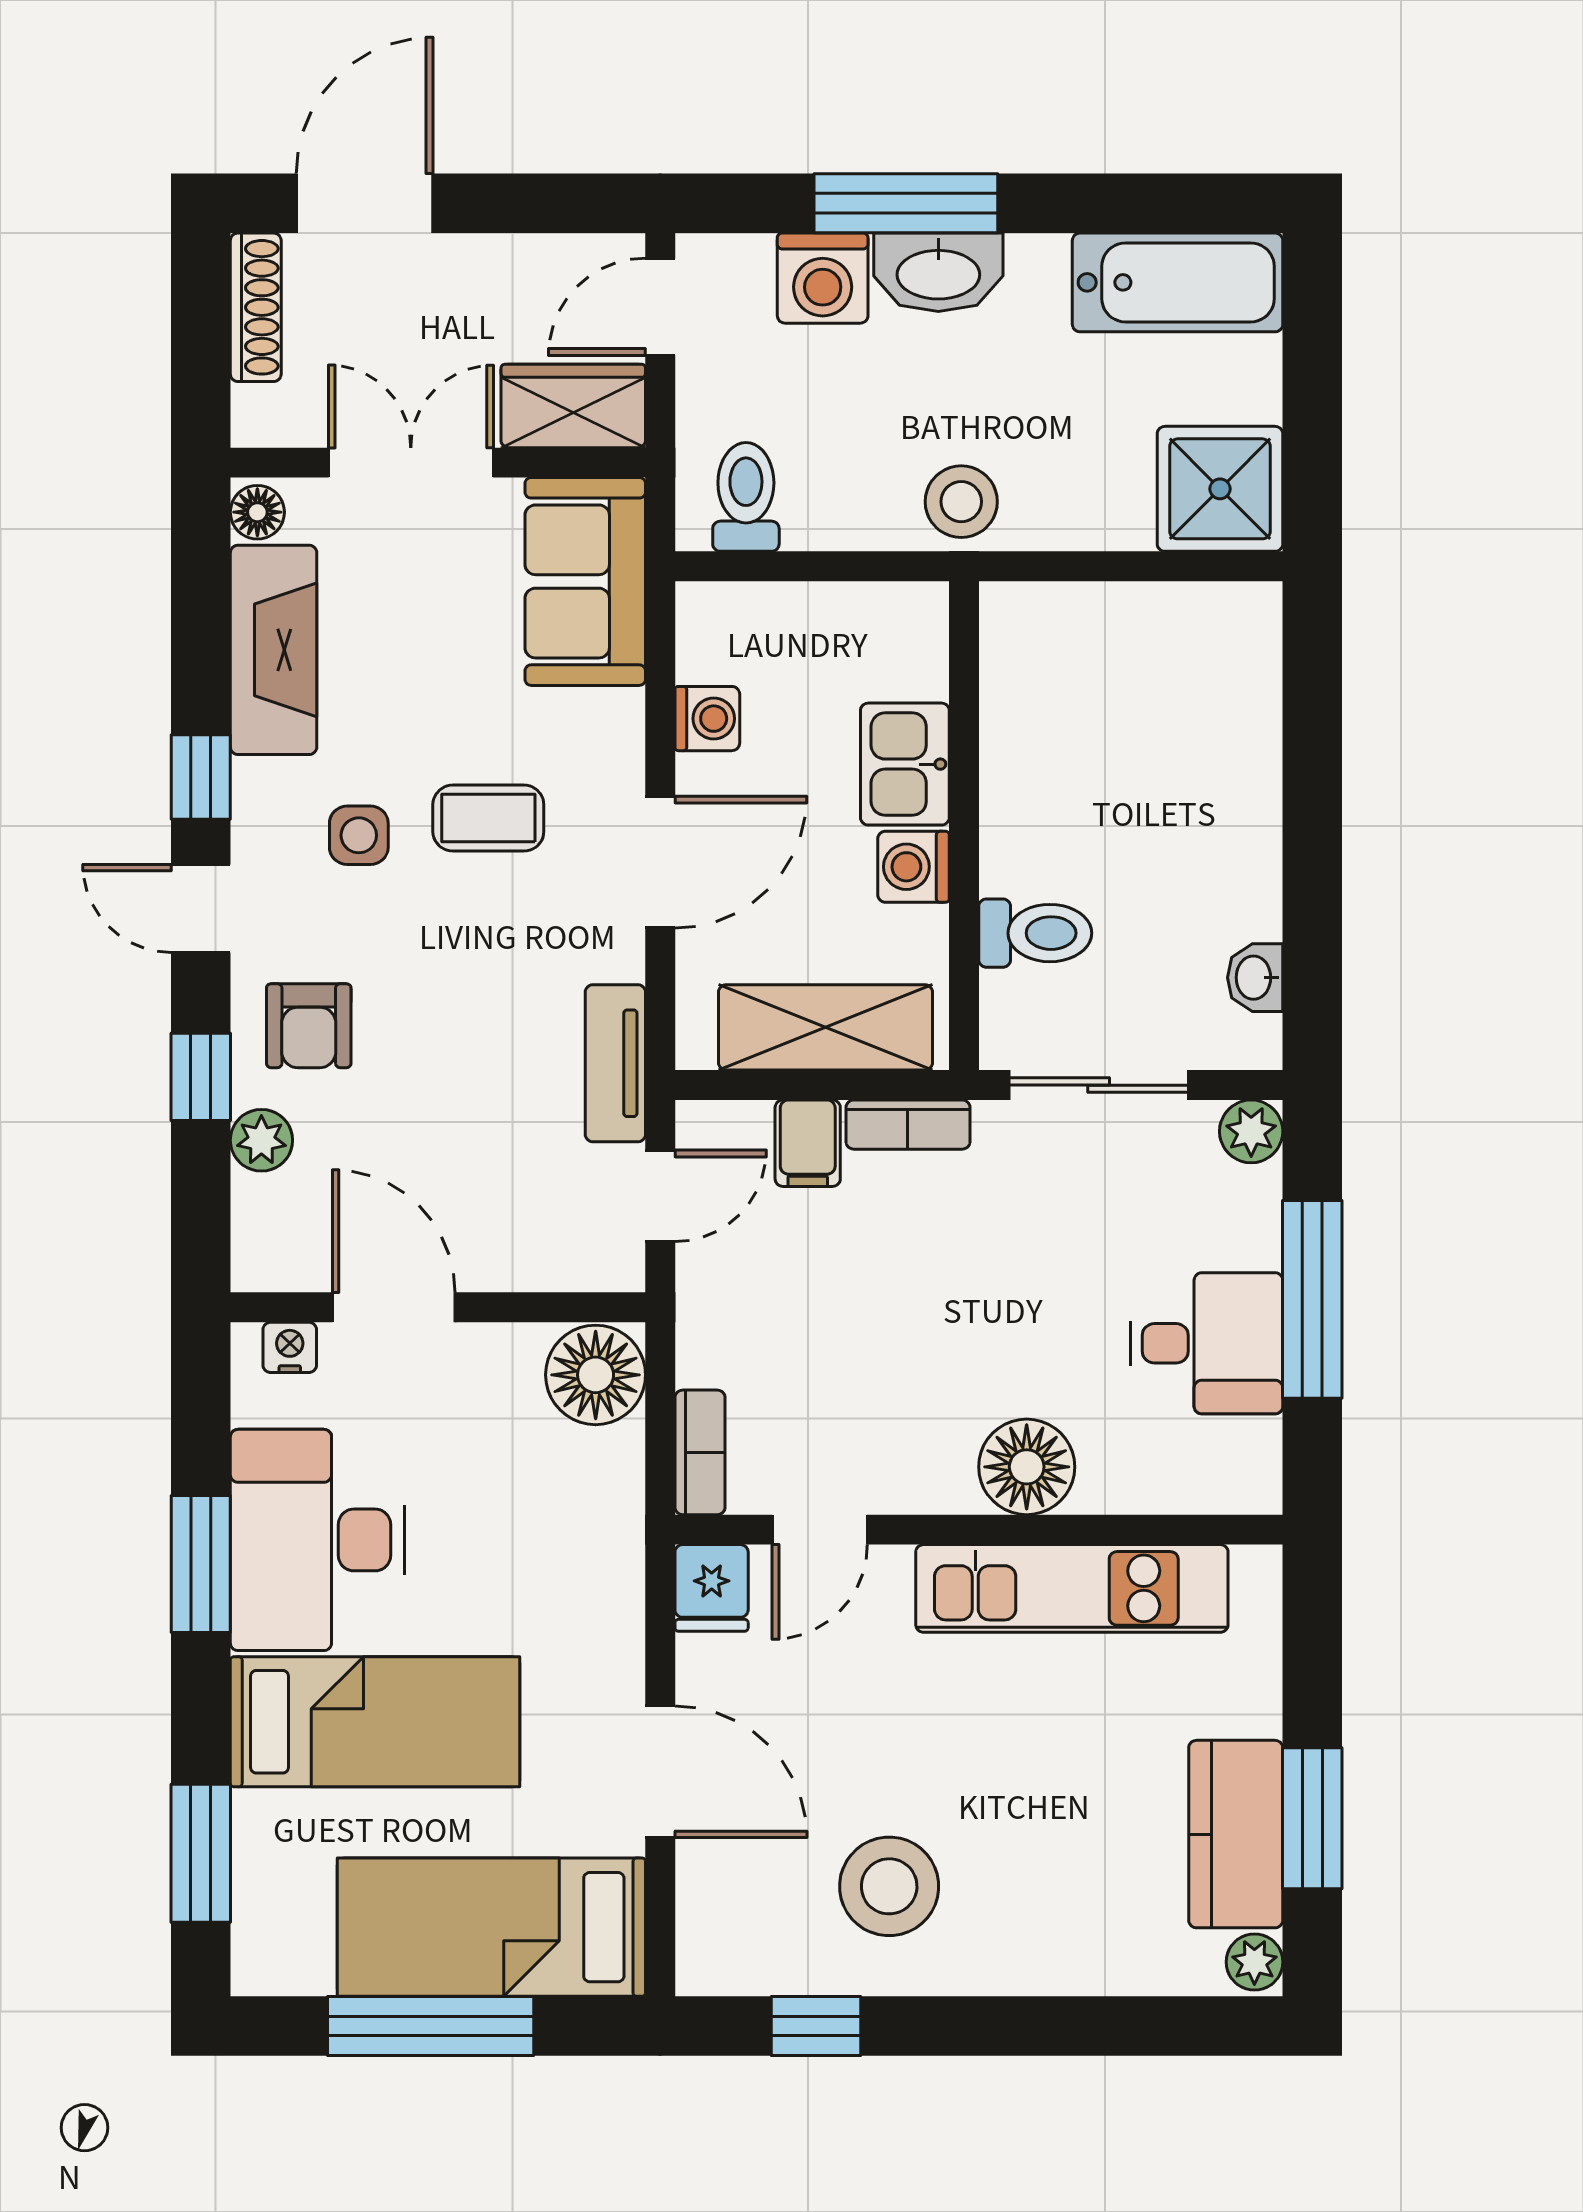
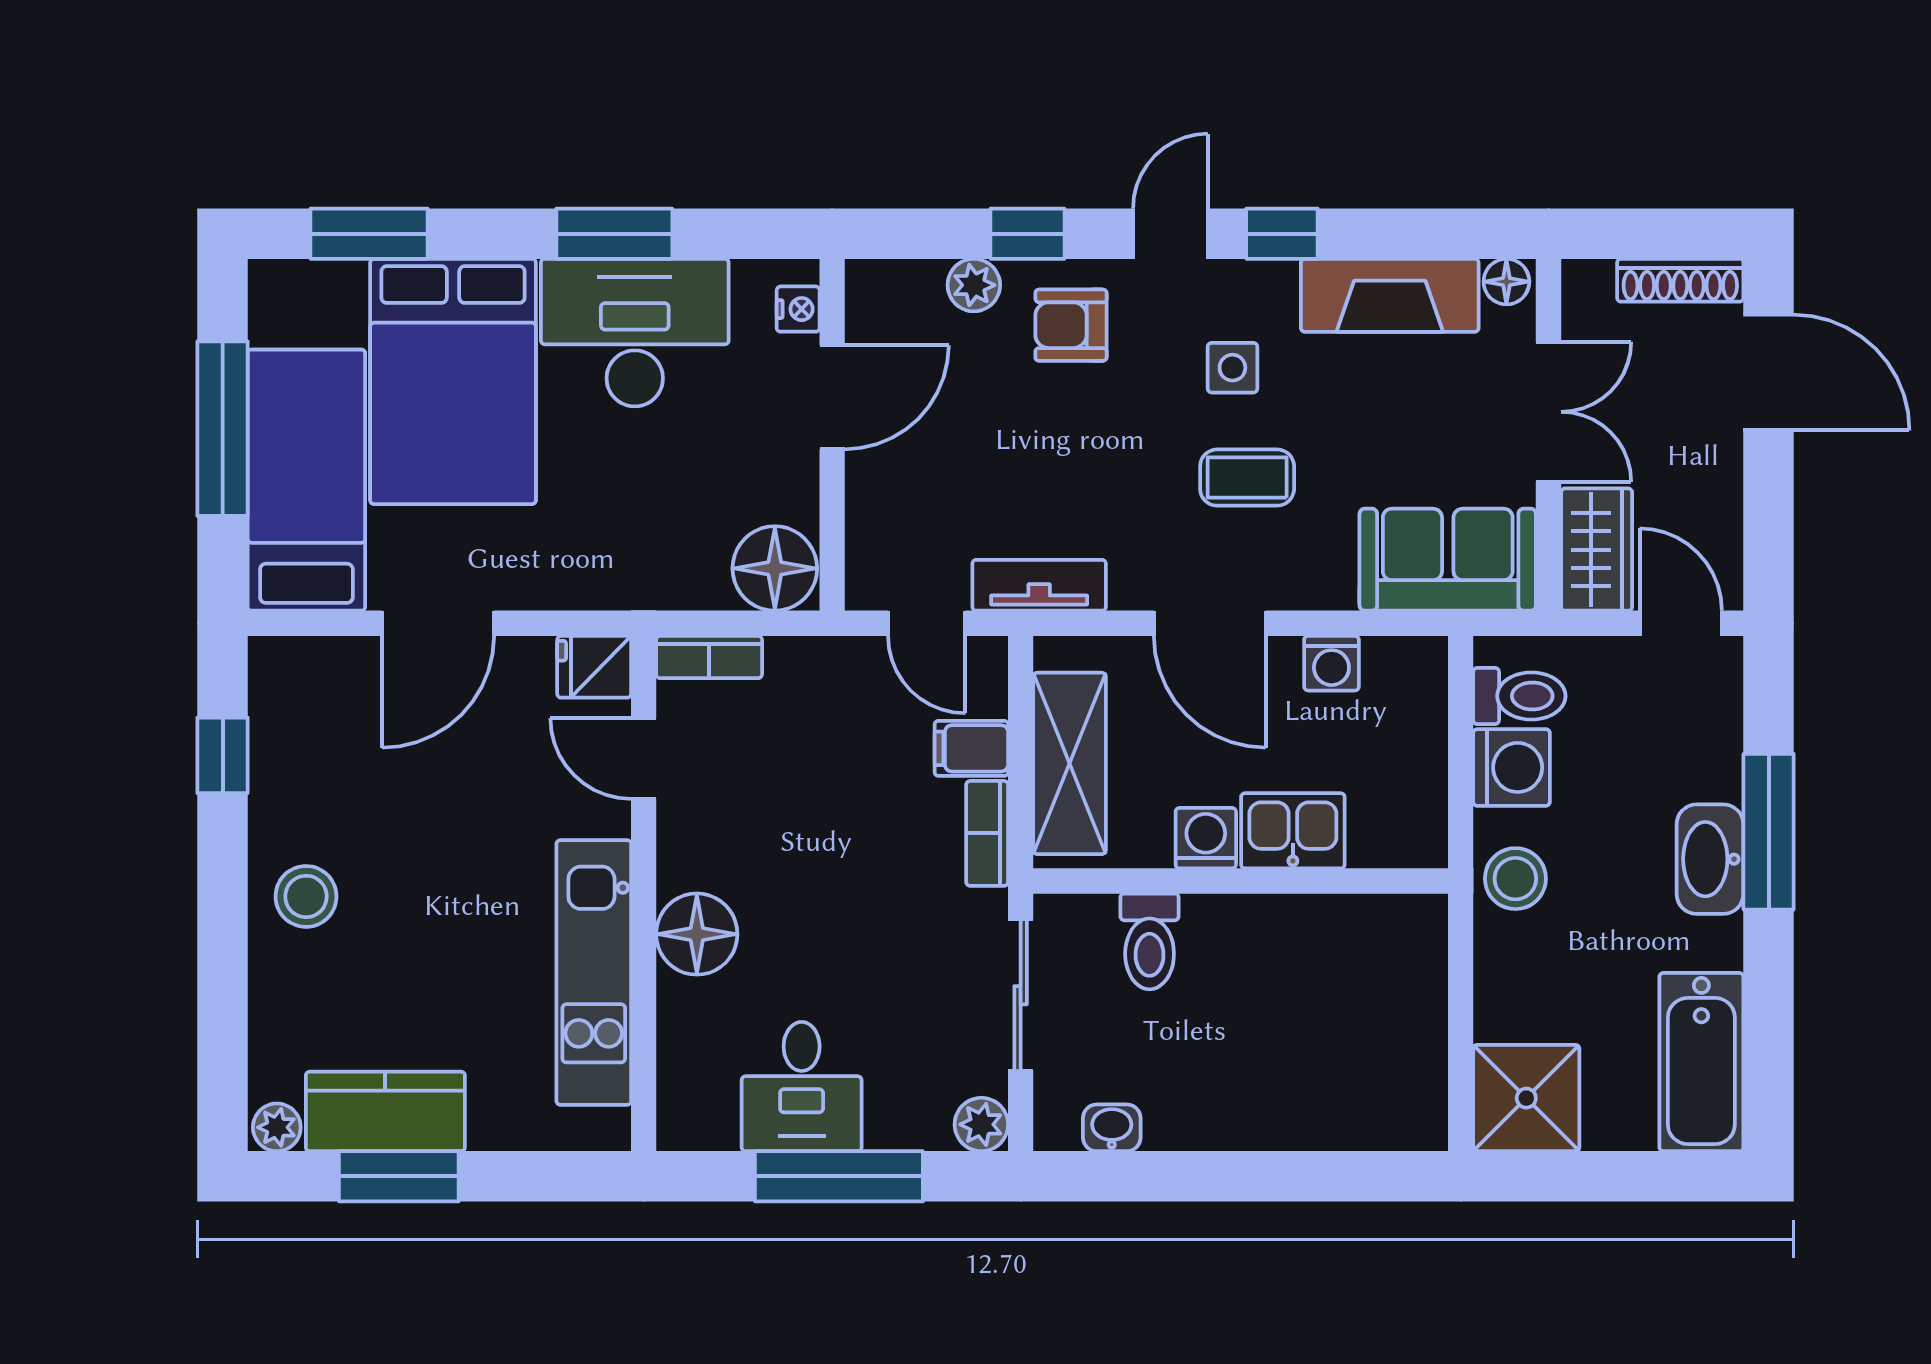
washing machine: (823, 278) -> (1512, 767), moved, turned 180
coffee table: (488, 818) -> (1247, 478), turned 90
bed: (375, 1722) -> (453, 381), width x1.50
stool: (889, 1886) -> (306, 896), moved, width x0.73, depth x0.73

